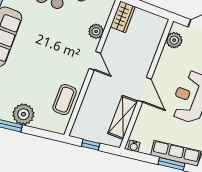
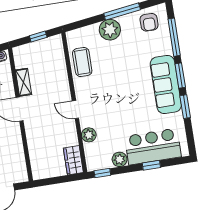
plant: (174, 40) -> (19, 165), removed
shelving: (123, 117) -> (24, 82), width x0.67, depth x0.75

